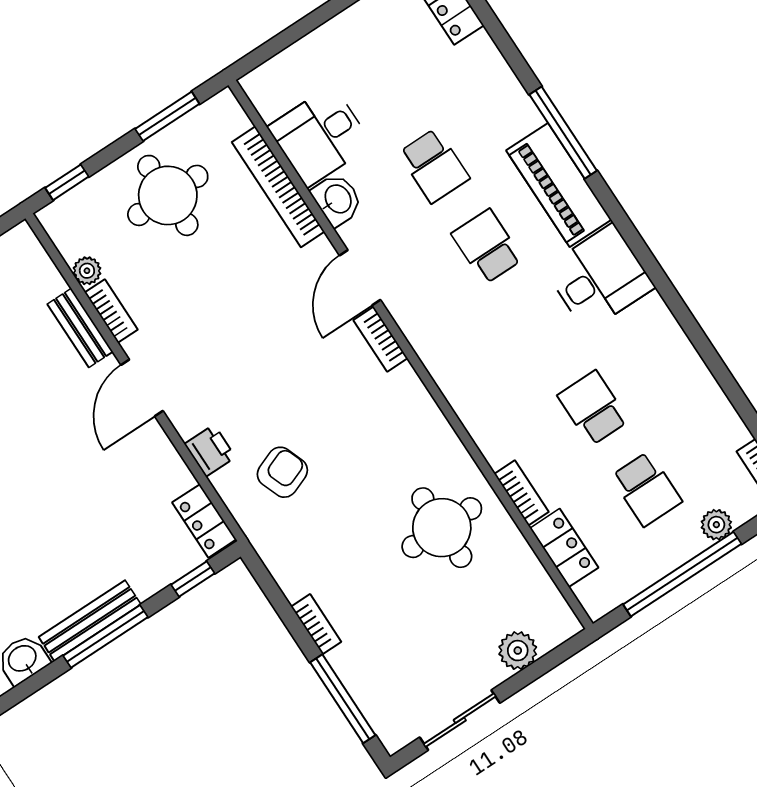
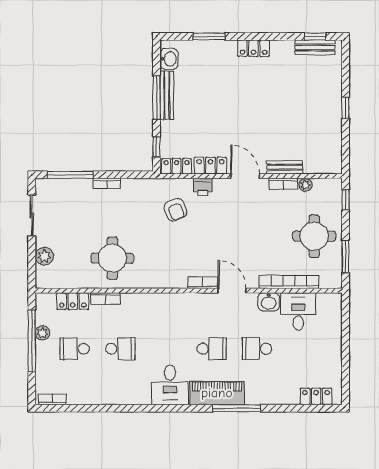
locker: (164, 462) -> (210, 166), added
plant: (716, 525) -> (42, 333), moved

